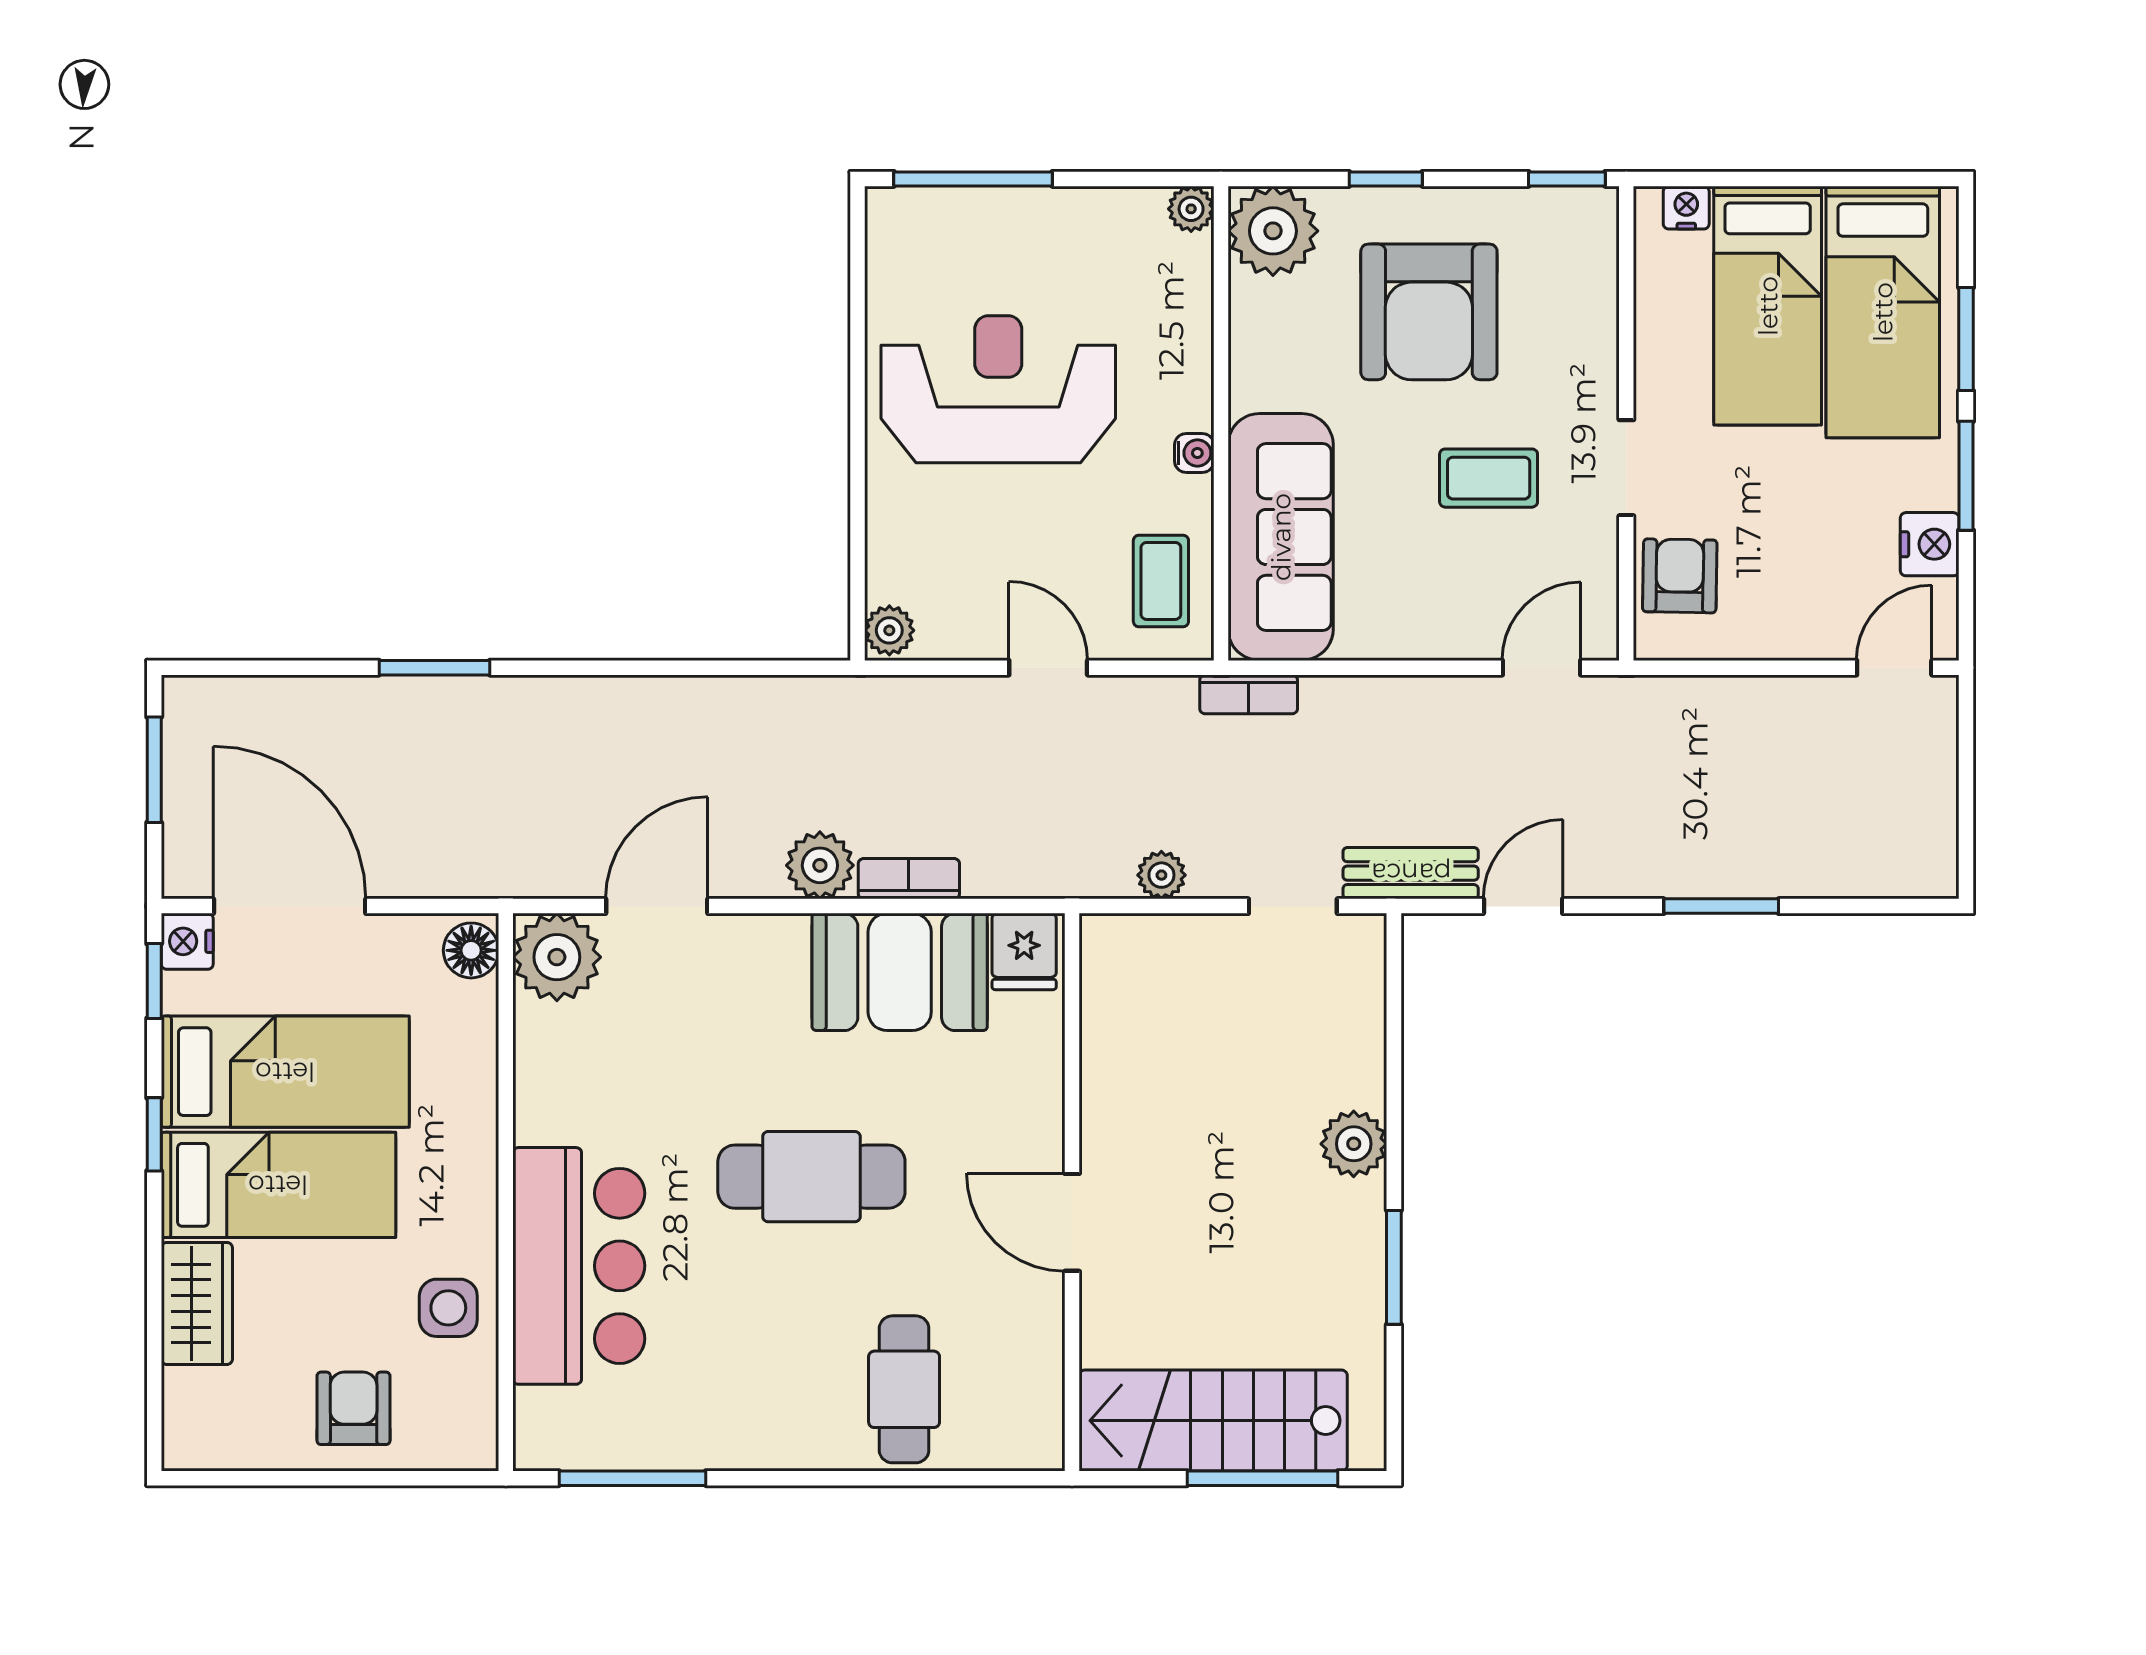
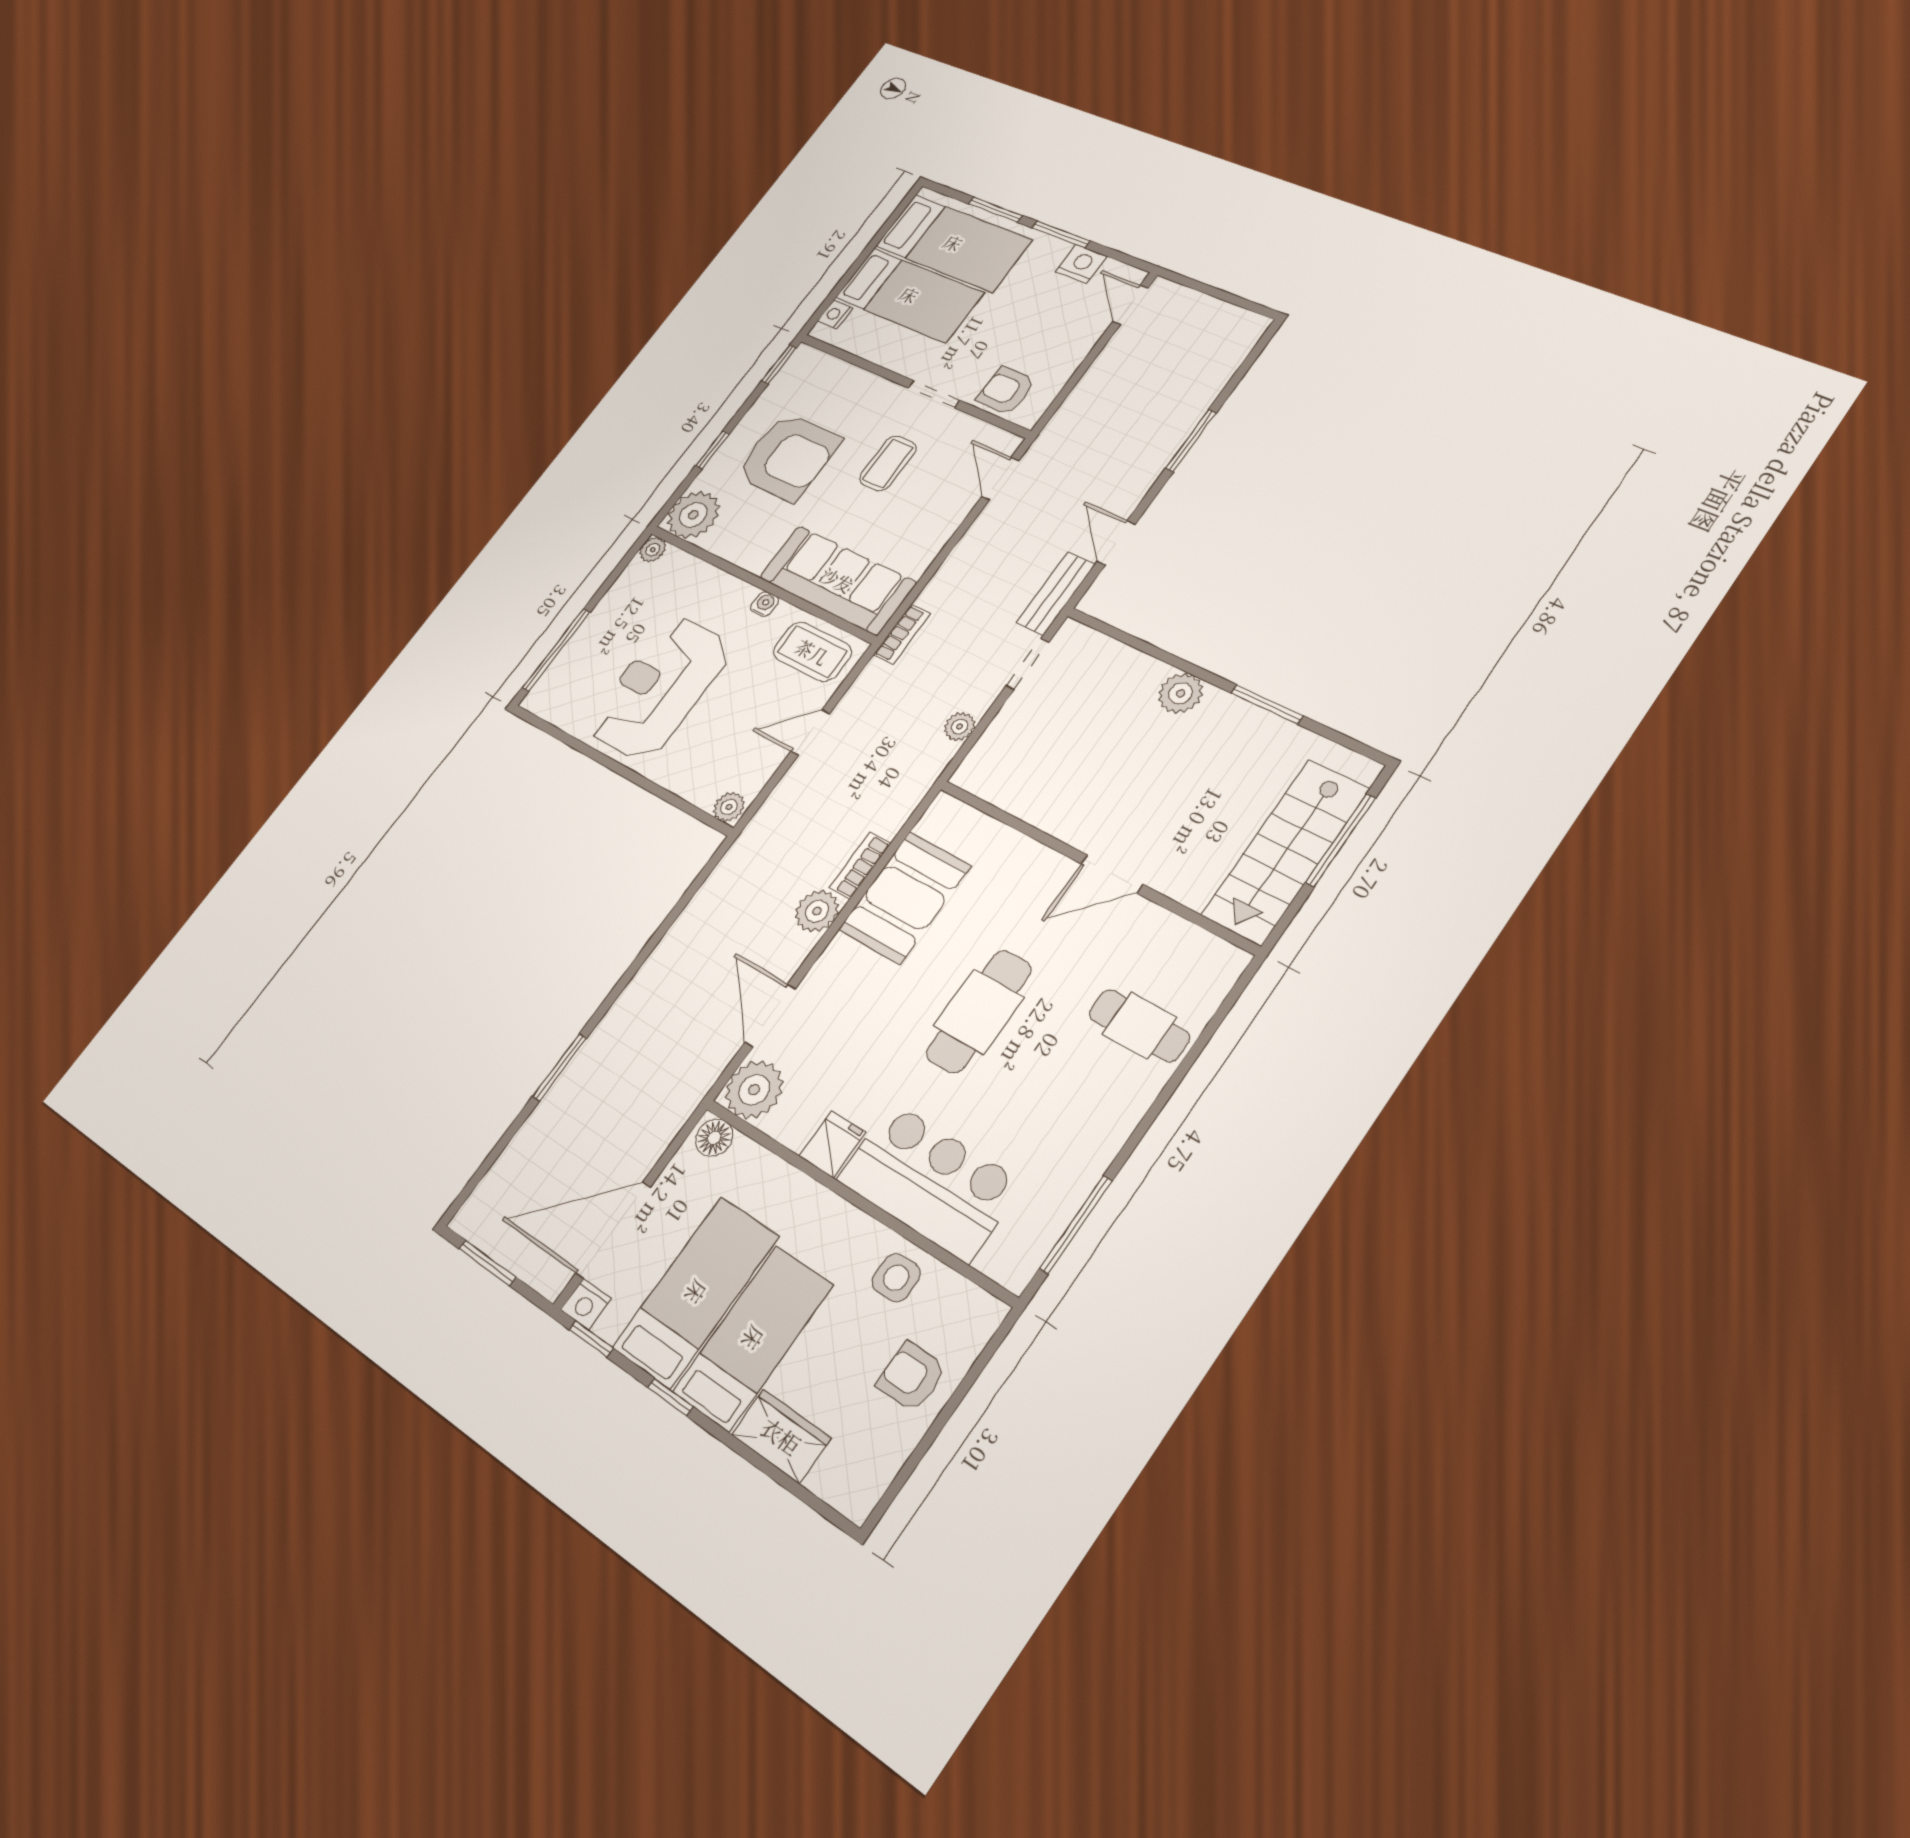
coffee table: (1161, 581) -> (812, 652), width x1.36, depth x1.30
fridge: (1024, 951) -> (832, 1144), moved, turned -90

